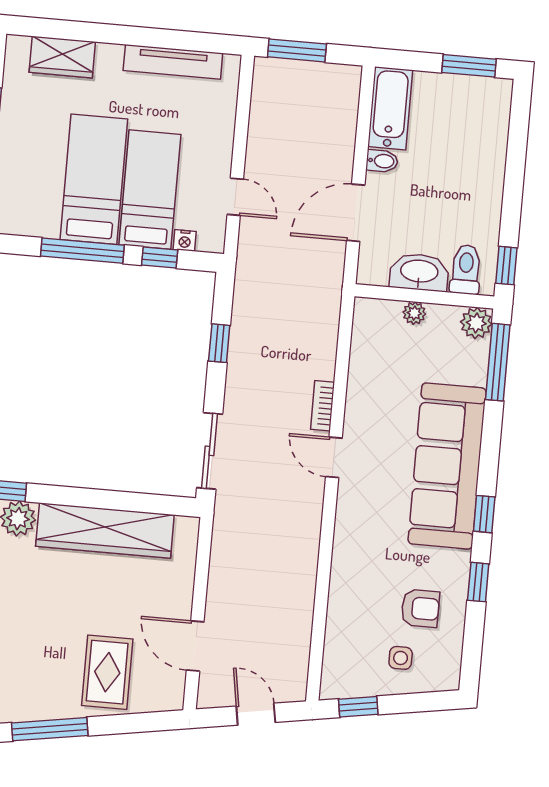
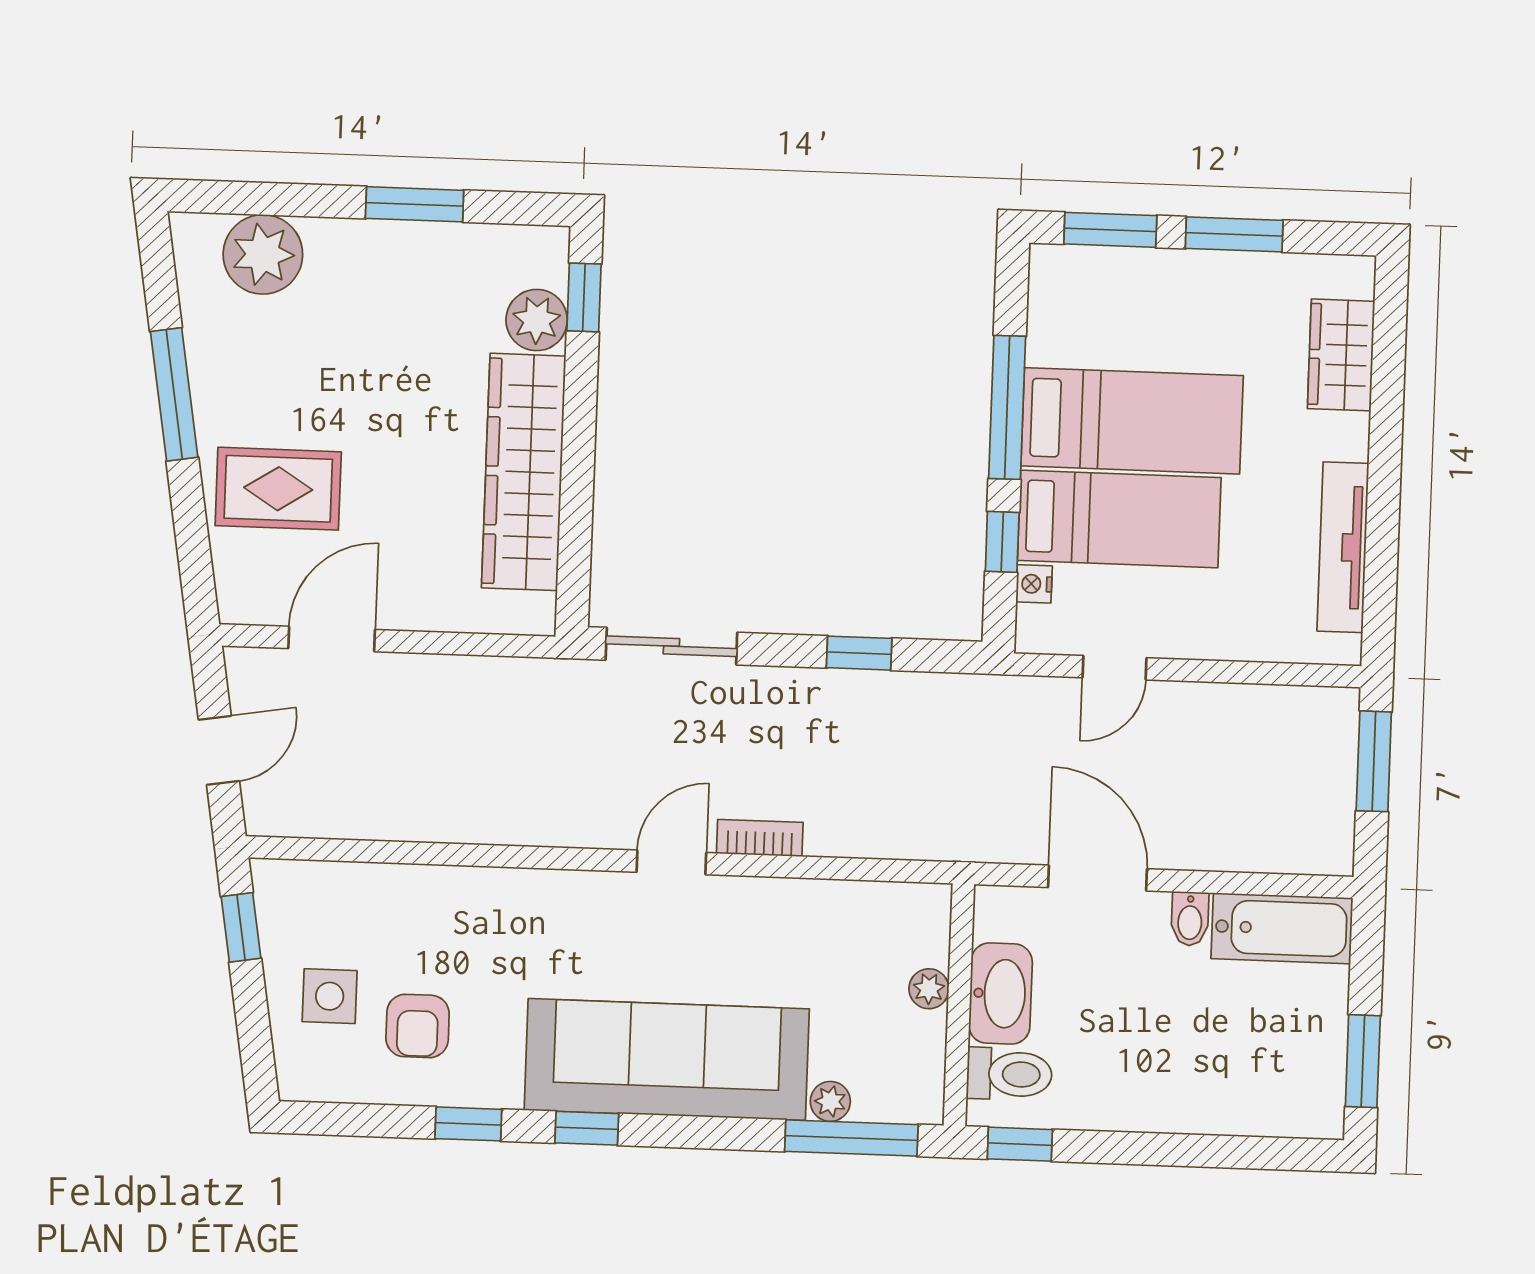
plant: (476, 323) -> (830, 1101), moved, width x0.73, depth x0.73
side table: (401, 658) -> (330, 996), width x1.37, depth x1.37

